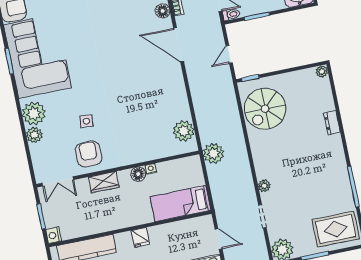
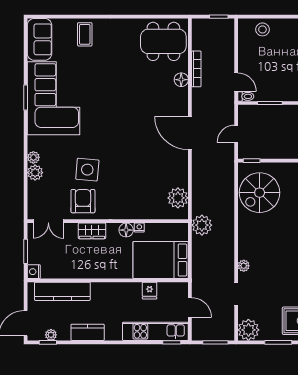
door: (179, 45) -> (190, 133), moved
plant: (34, 114) -> (33, 157), width x0.53, depth x0.53
side table: (86, 121) -> (87, 170), width x1.87, depth x1.87
bed: (180, 203) -> (161, 260), width x1.50
fridge: (140, 237) -> (150, 291), moved

